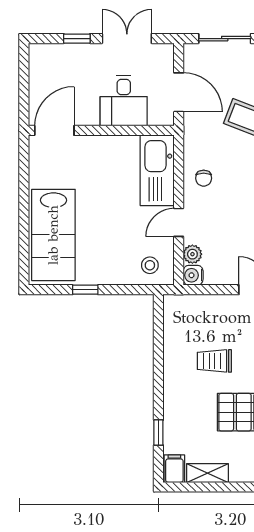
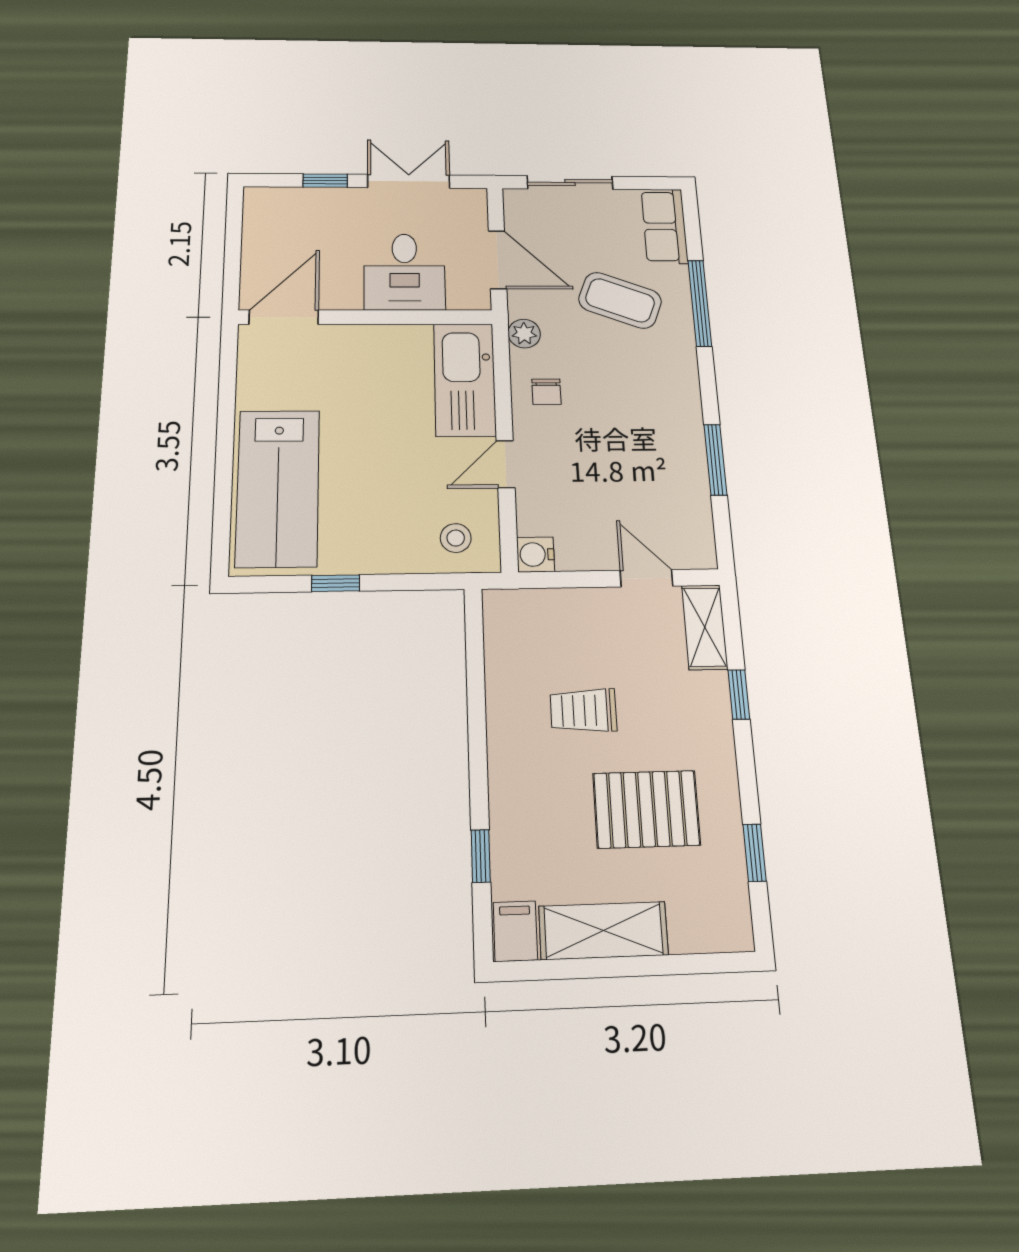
plant: (192, 254) -> (524, 334), moved
shelving: (208, 473) -> (603, 931), width x1.50, depth x1.33

